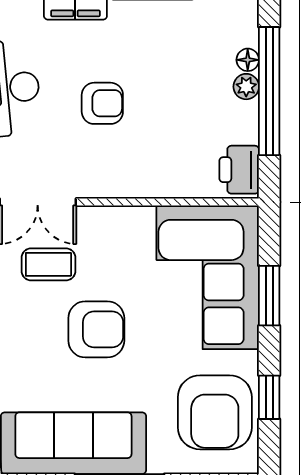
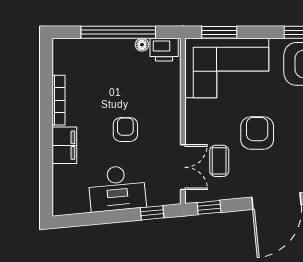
floor lamp: (248, 60) -> (142, 45), moved
plant: (246, 87) -> (116, 46), removed
window: (269, 296) -> (219, 32), moved

